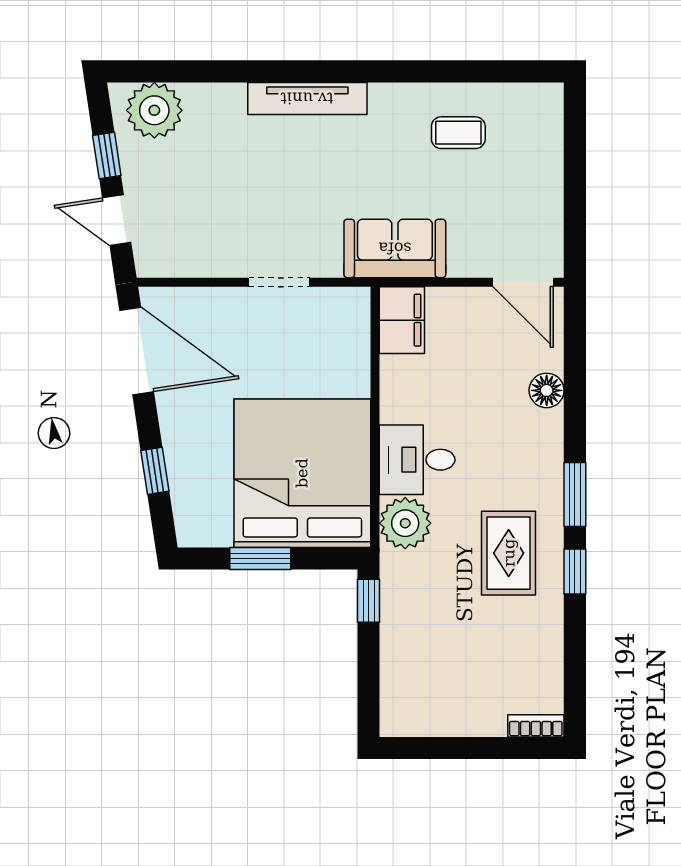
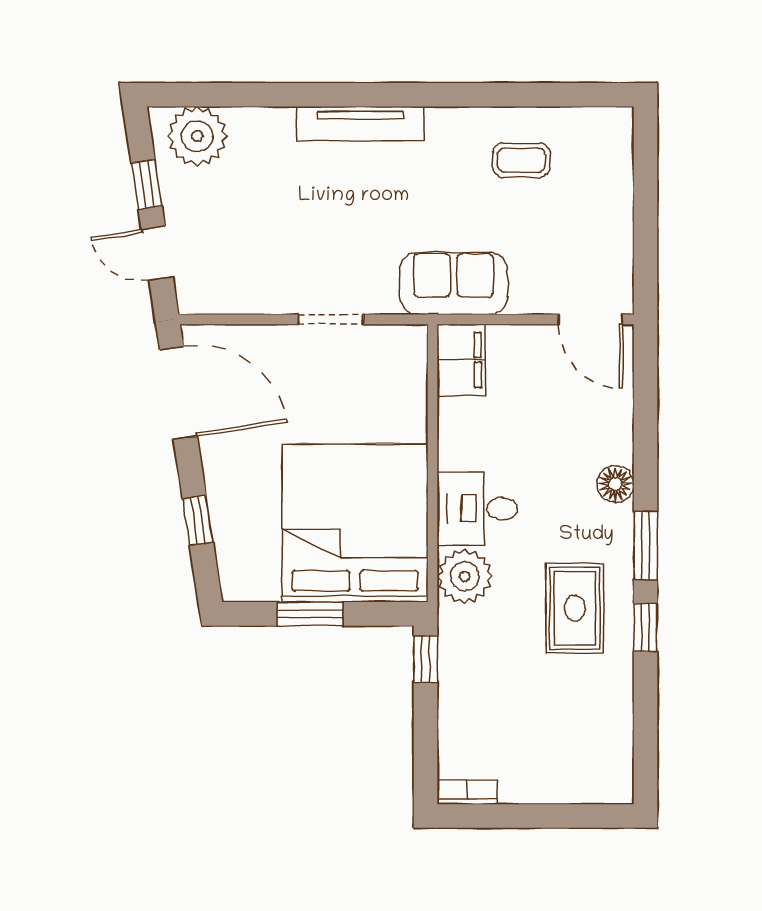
floor lamp: (547, 390) -> (615, 484), moved
bookcase: (536, 726) -> (467, 792), moved

